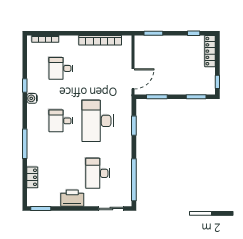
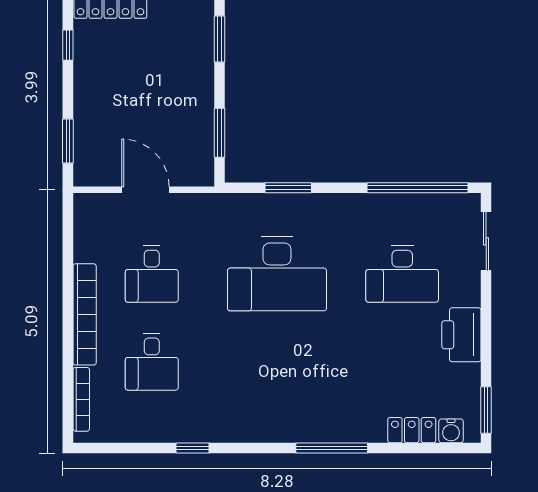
bookcase: (100, 40) -> (85, 314), moved
door: (133, 79) -> (145, 190), moved
water cooler: (32, 98) -> (451, 431), moved
desk: (61, 121) -> (152, 274), moved

